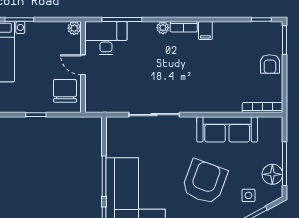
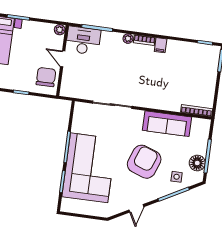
armchair: (270, 64) -> (207, 78), removed

